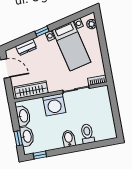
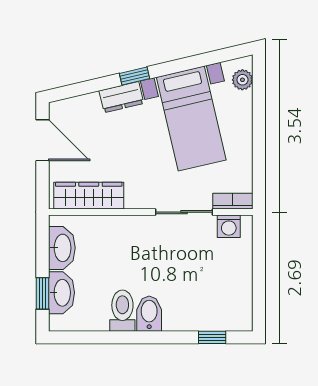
dresser: (26, 47) -> (121, 97), moved
washing machine: (54, 105) -> (229, 226), moved, width x0.53, depth x0.53
toilet: (87, 134) -> (122, 311), moved
window: (40, 155) -> (212, 337), moved

